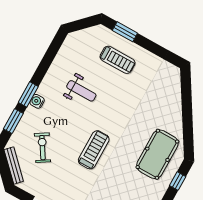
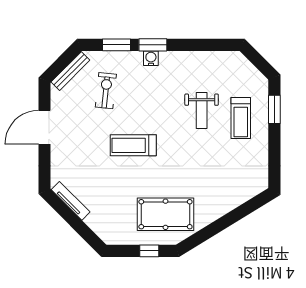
weight bench: (81, 91) -> (202, 111), moved
exercise bike: (42, 148) -> (106, 91), turned -52
treadmill: (94, 150) -> (133, 145), turned 180

